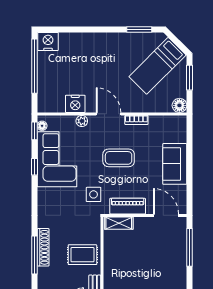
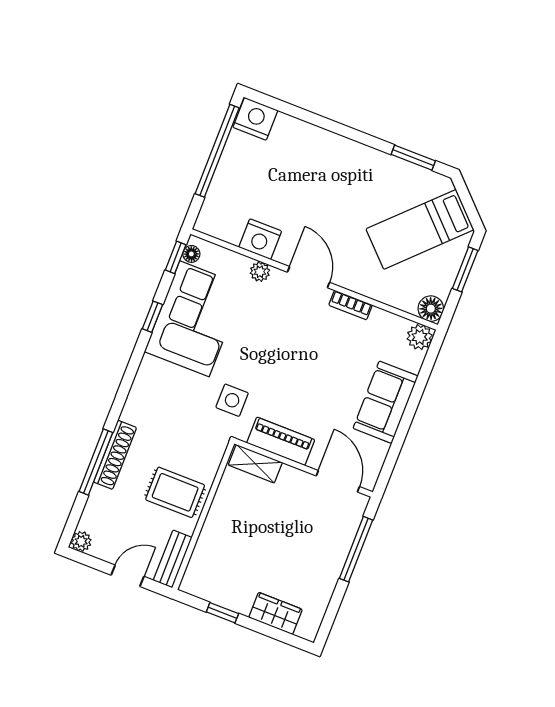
plant: (179, 123) -> (420, 337), added
coffee table: (119, 158) -> (297, 356), removed

